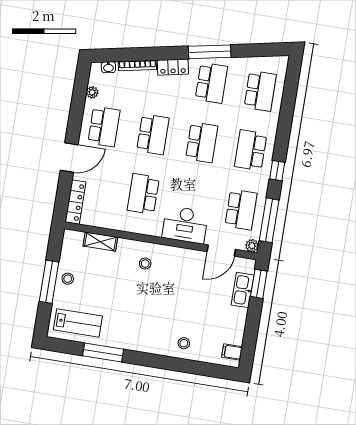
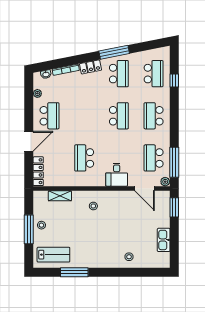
school desk: (153, 134) -> (84, 116), removed
window: (277, 171) -> (174, 80), moved
school desk: (241, 210) -> (154, 158), turned 180
desk: (185, 225) -> (117, 175), width x0.73
door: (221, 251) -> (145, 189), hinge flipped
kitchen sink: (243, 290) -> (164, 240), moved
filing cabinet: (232, 352) -> (163, 257), removed

